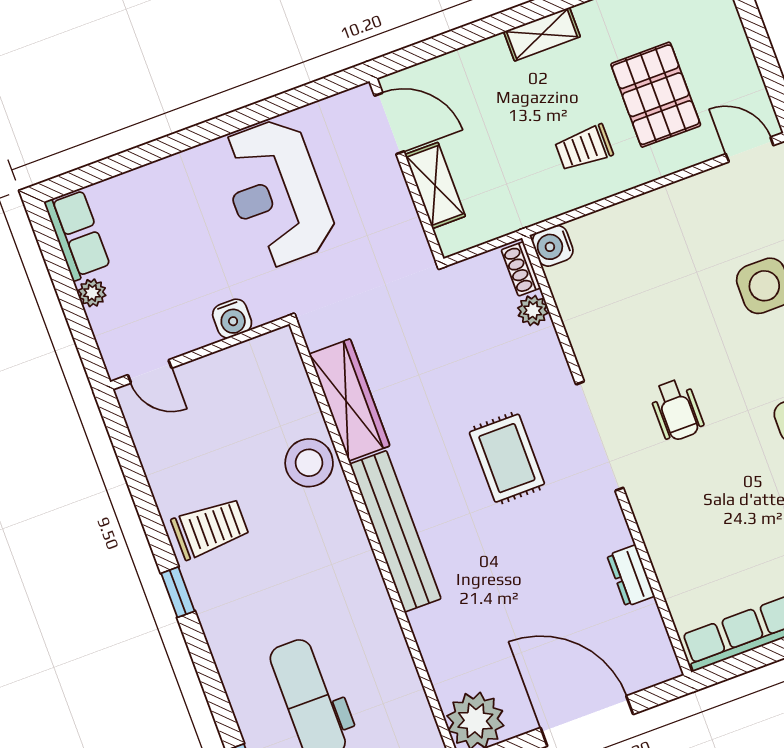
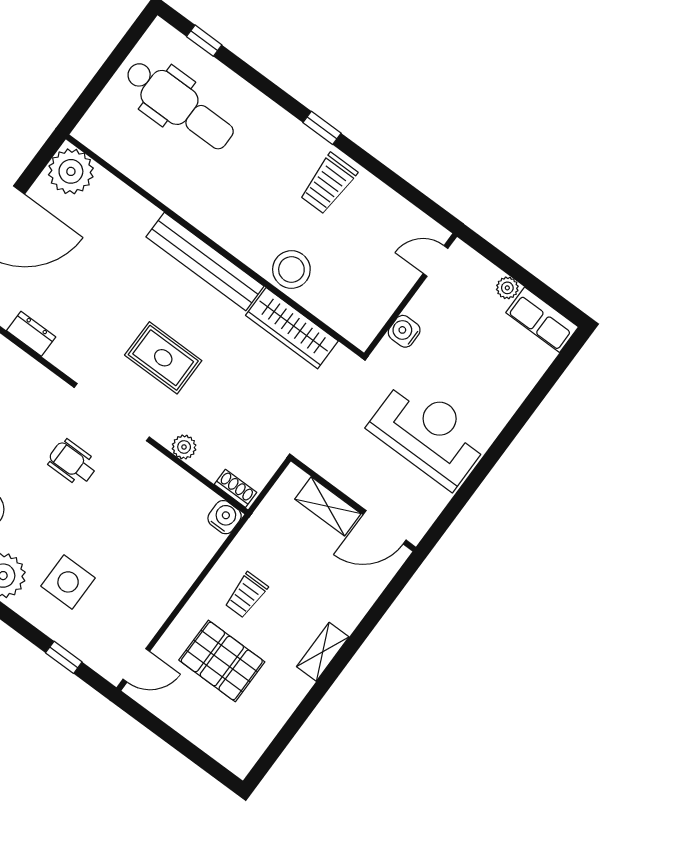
trolley: (584, 148) -> (246, 595), turned 180
plant: (533, 310) -> (184, 447), moved

